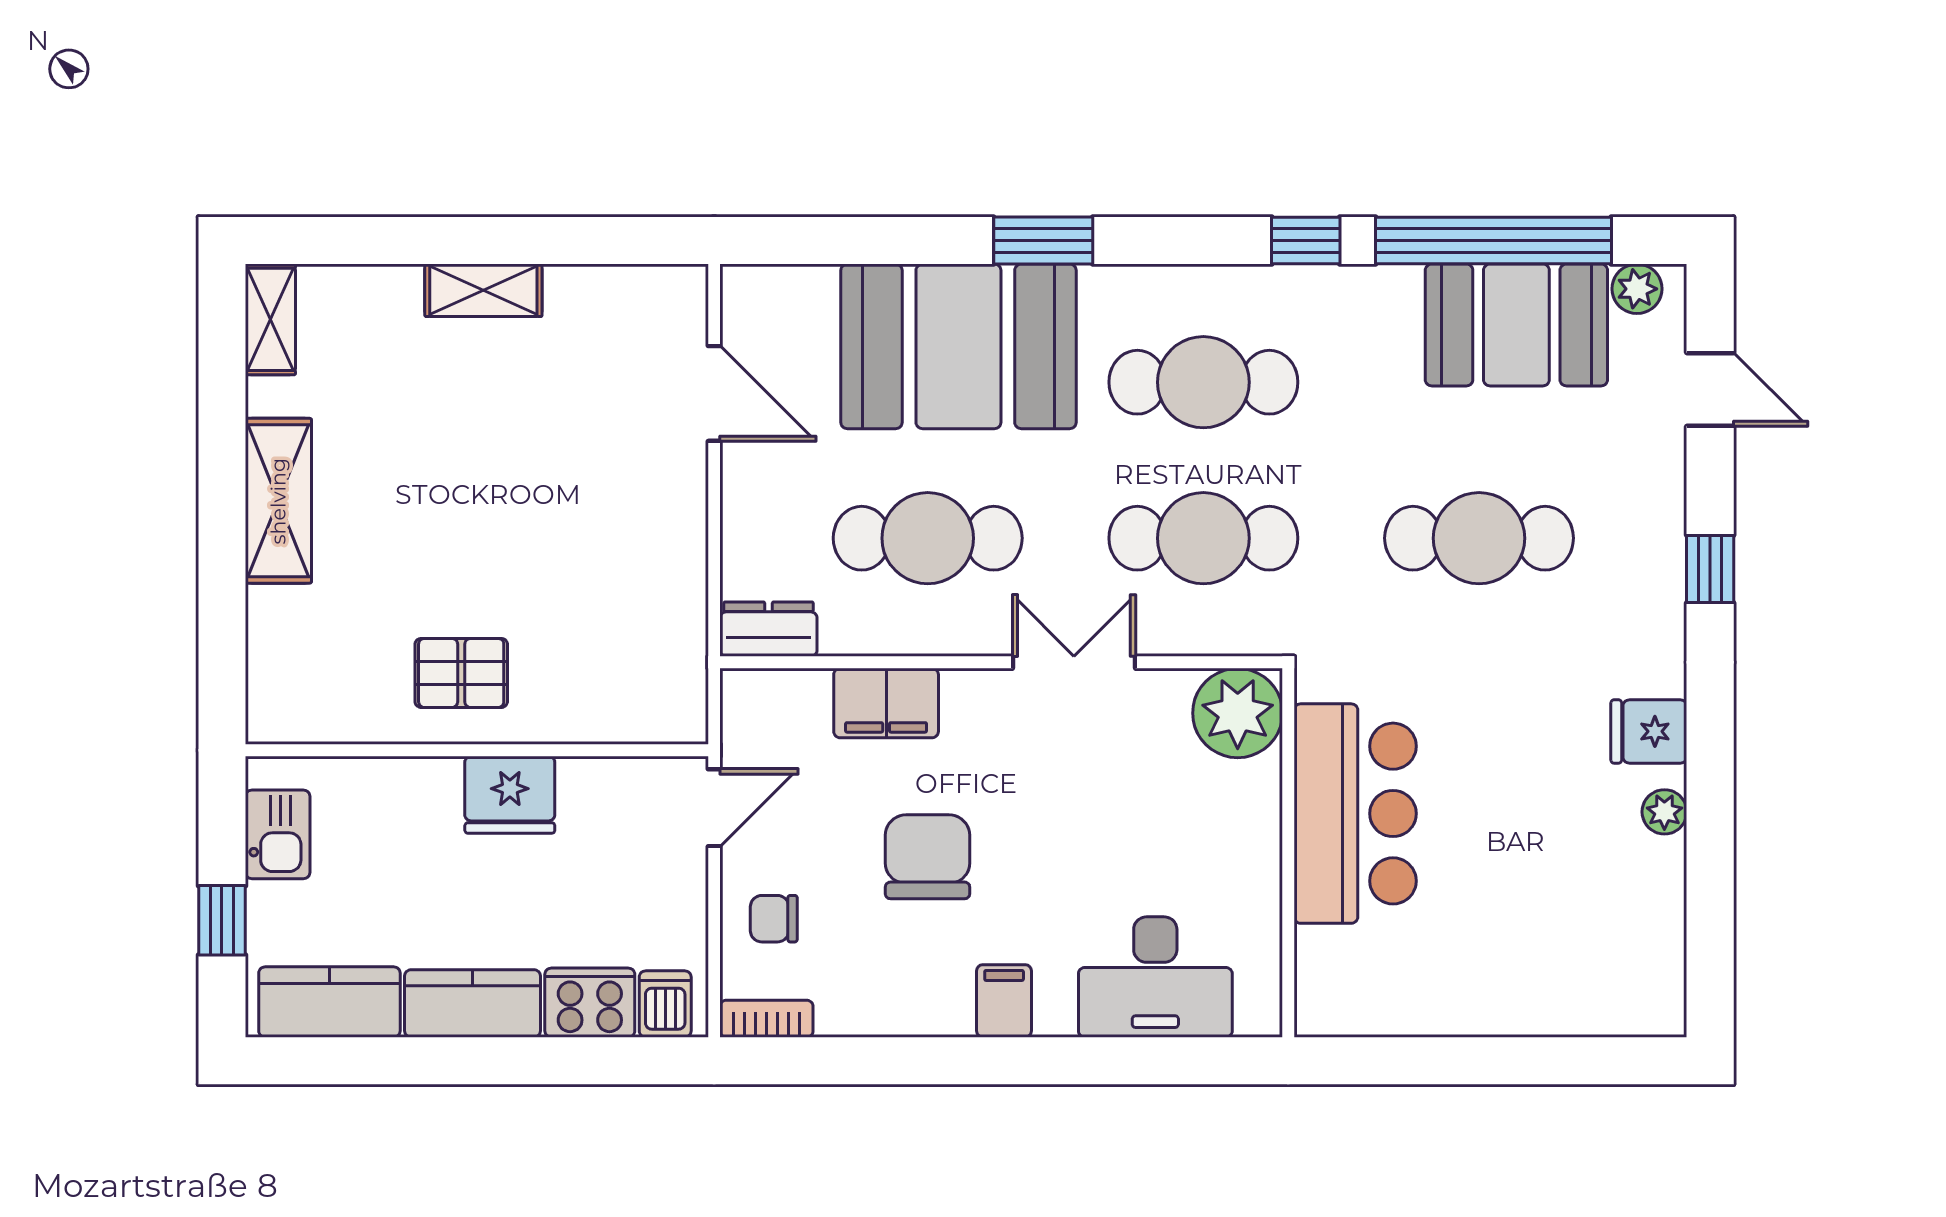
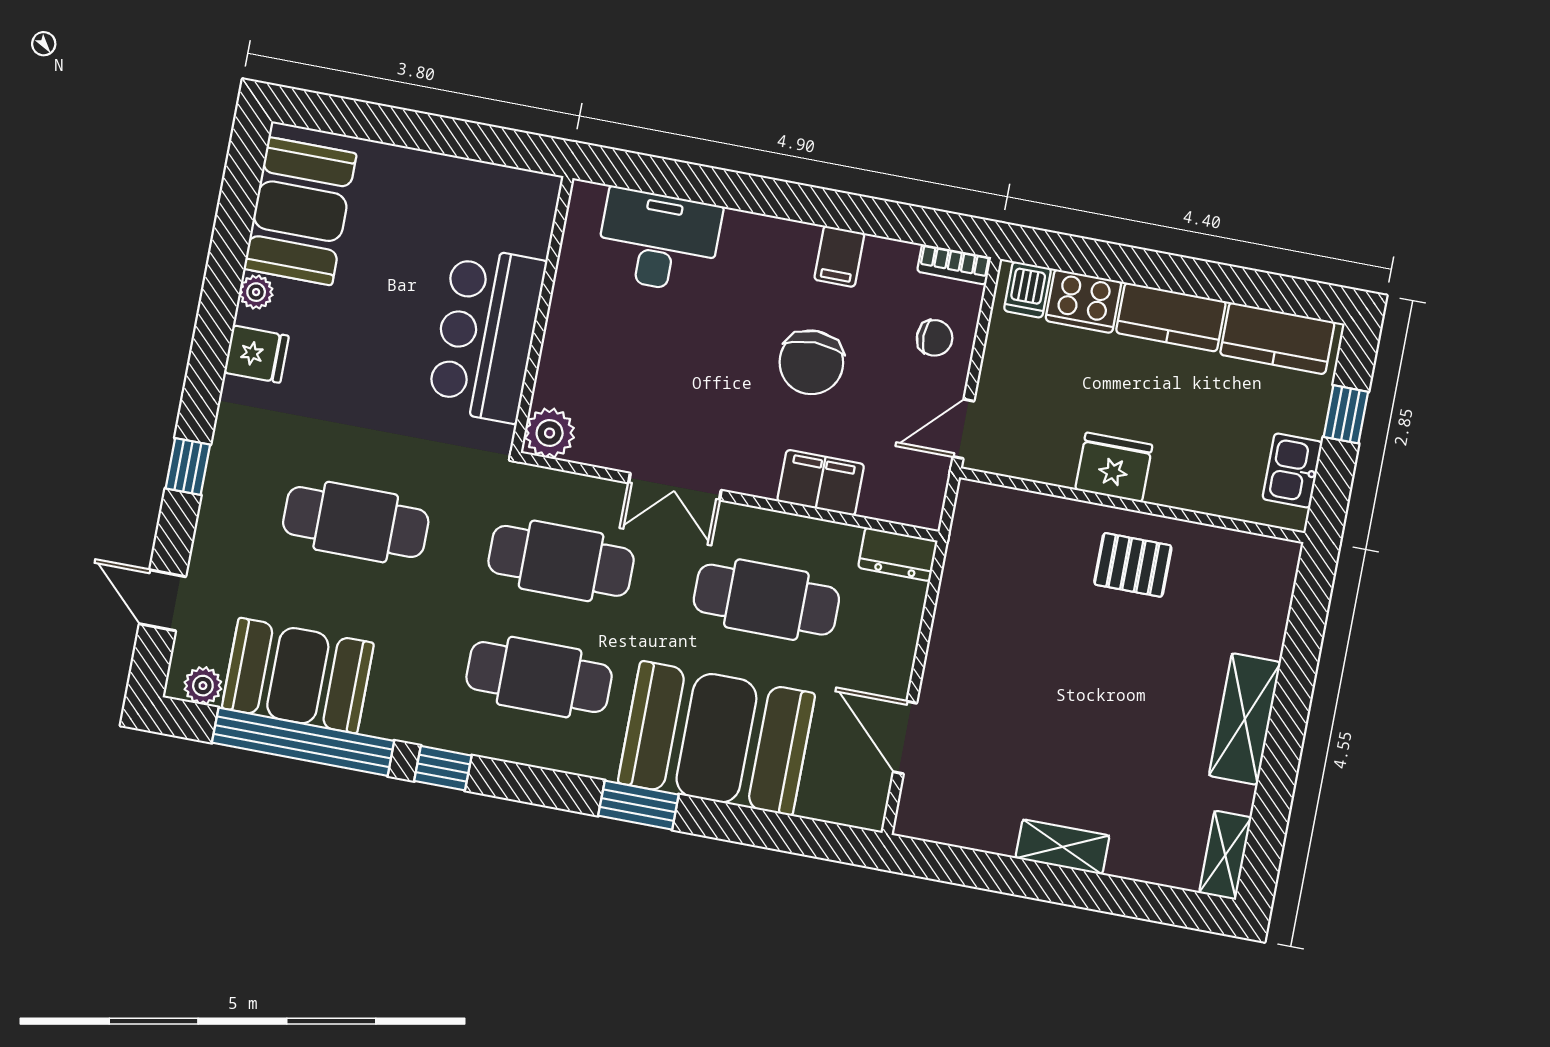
plant: (1238, 713) -> (550, 433), width x0.73, depth x0.73
booth: (1627, 927) -> (300, 211), added
filing cabinet: (1004, 1001) -> (839, 256), moved

